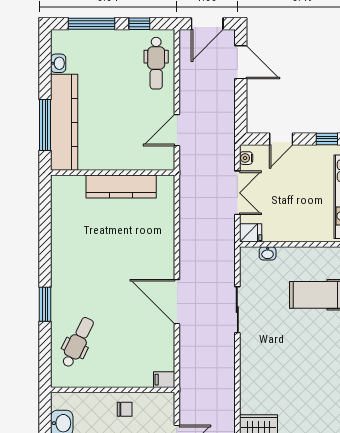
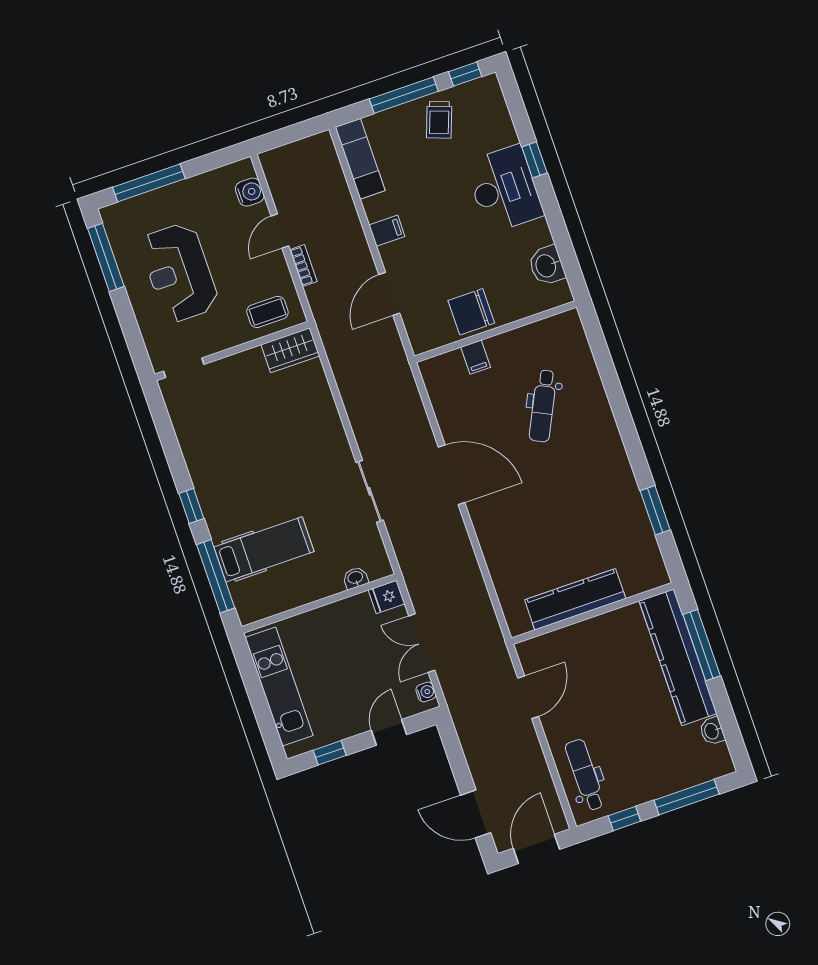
window: (45, 304) -> (655, 510), moved
dental chair: (78, 342) -> (543, 406), moved
filing cabinet: (164, 380) -> (476, 357), moved, turned 90
chair: (125, 409) -> (471, 312), width x1.87, depth x1.87

